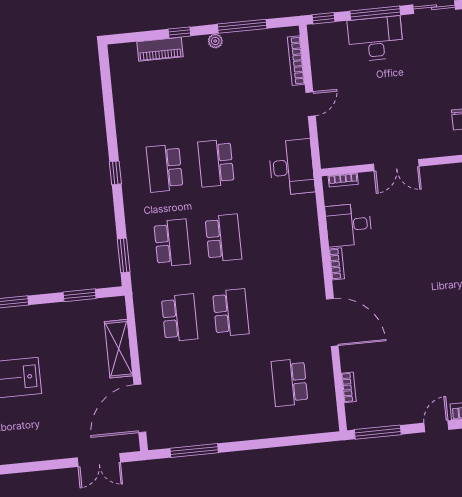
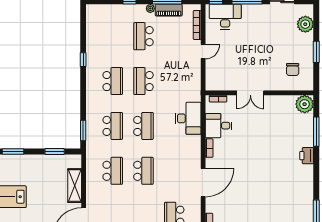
desk: (375, 39) -> (225, 17), moved
piano: (160, 49) -> (169, 10), moved
school desk: (208, 88) -> (143, 36), added
desk: (292, 167) -> (188, 118), moved
school desk: (165, 168) -> (113, 81), turned 180
window: (115, 173) -> (83, 60), moved
door: (332, 322) -> (203, 183), hinge flipped

